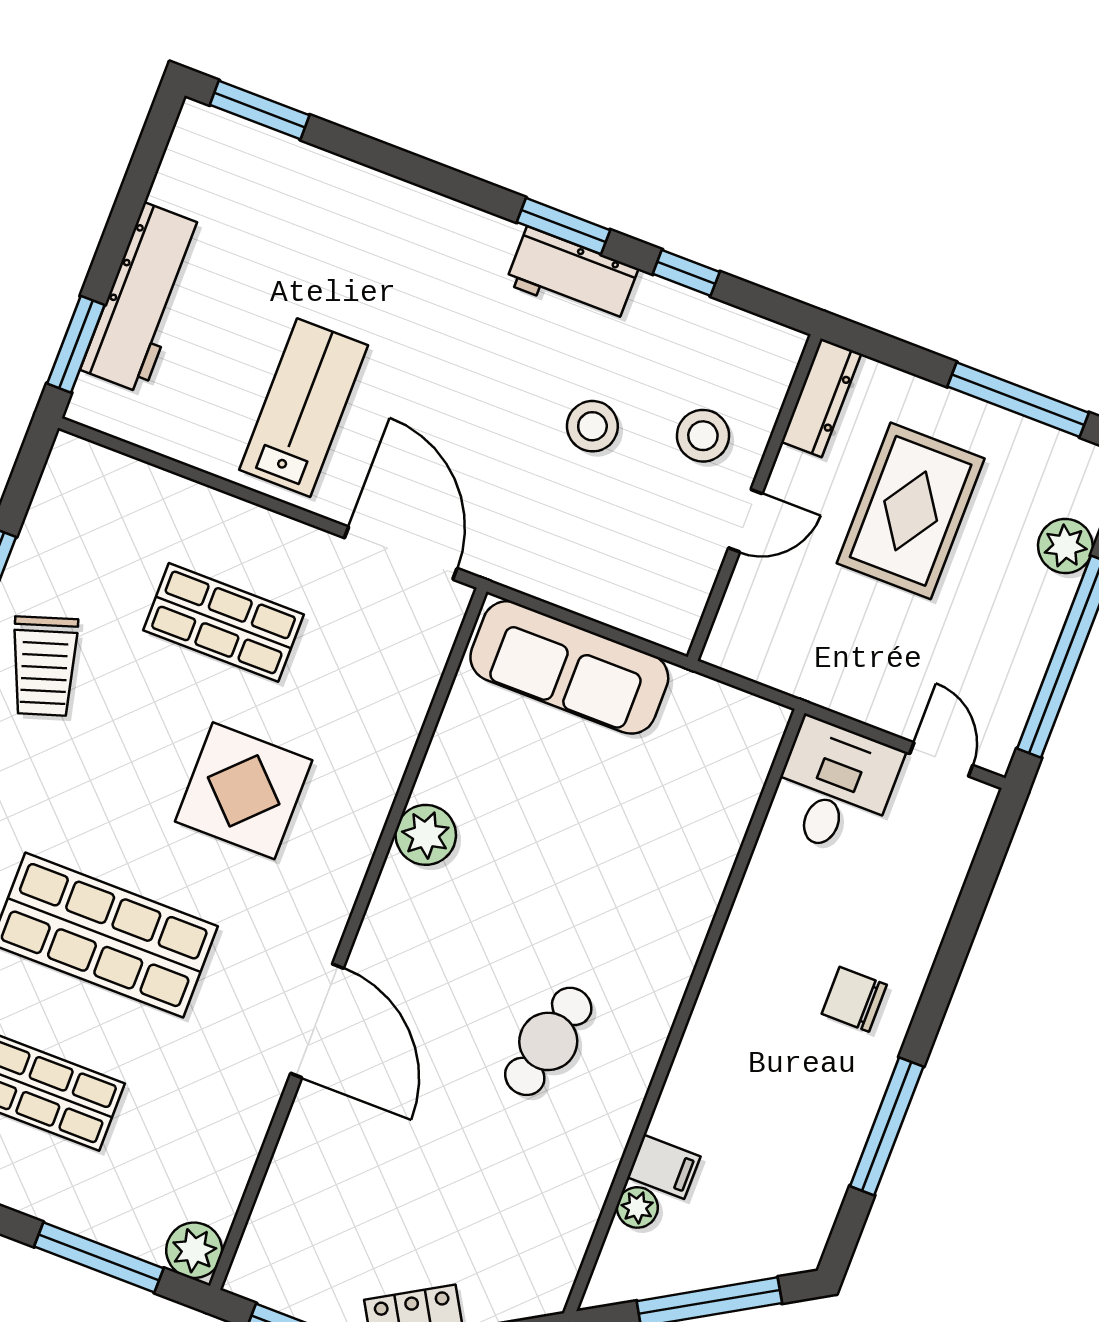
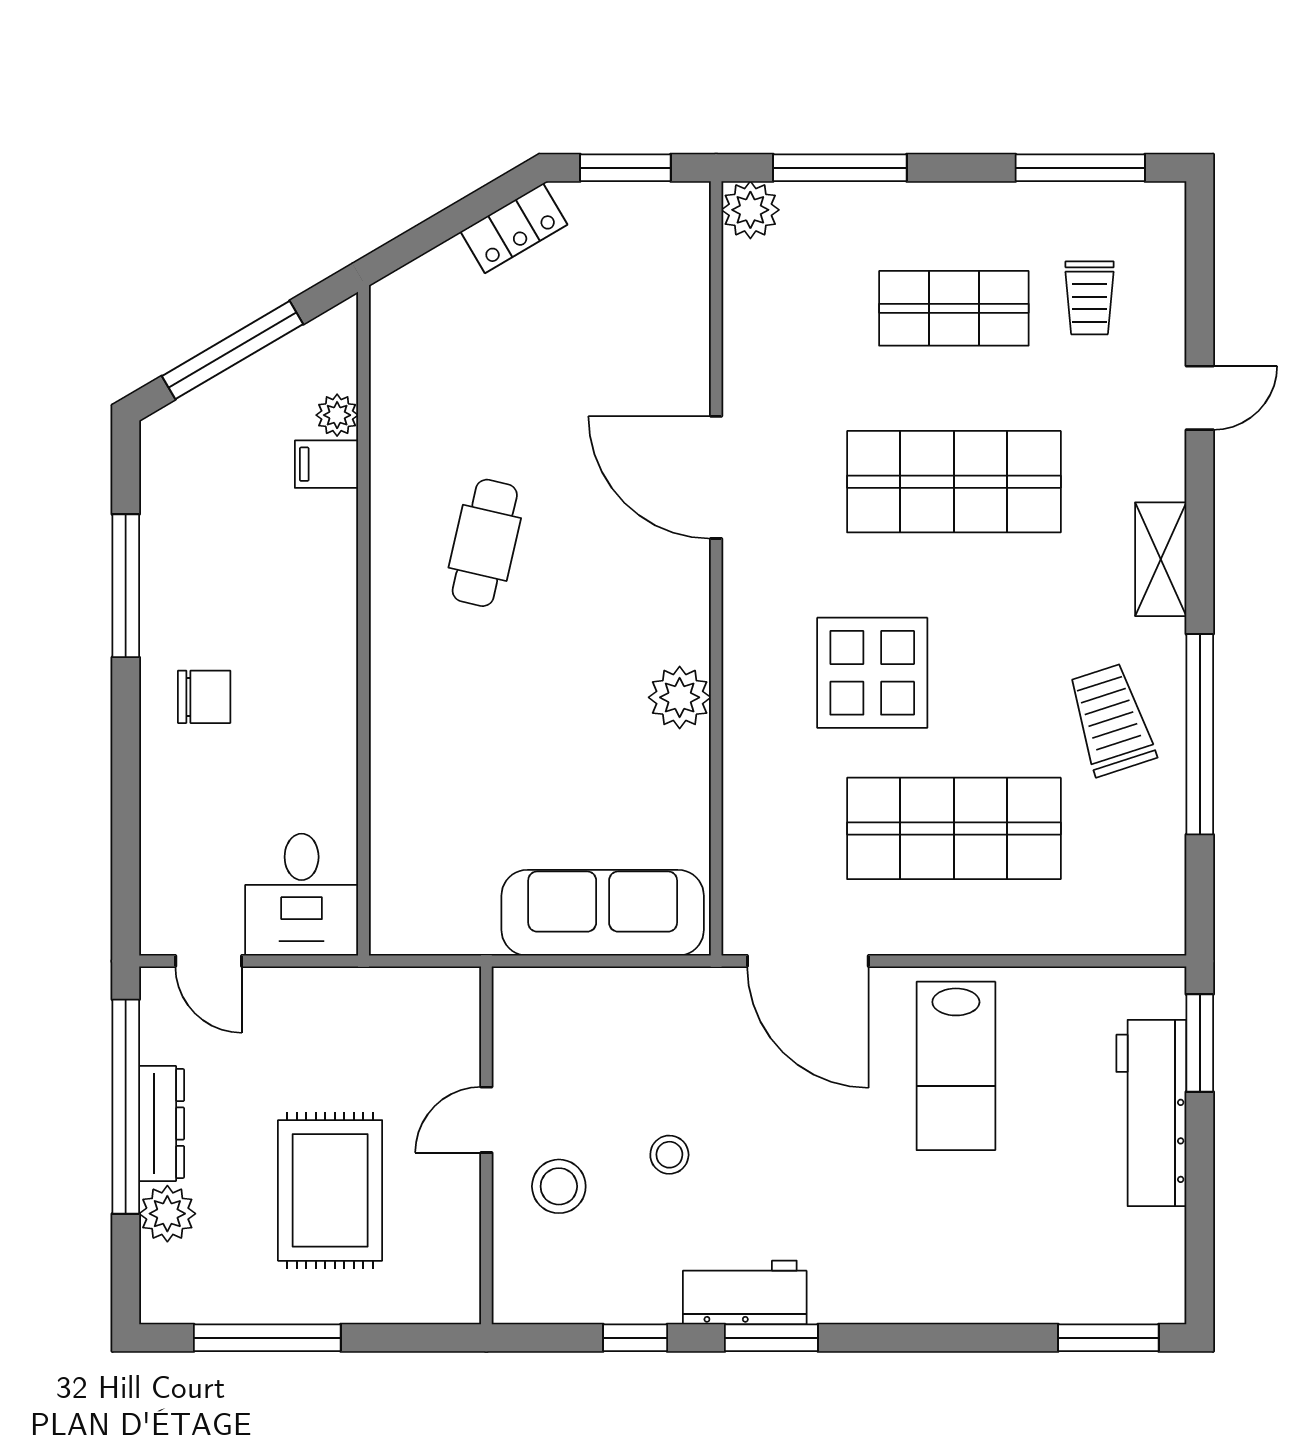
dresser: (821, 398) -> (162, 1124), moved, turned 180
stool: (592, 426) -> (669, 1155), width x0.73, depth x0.73
shop shelf: (224, 622) -> (954, 828), width x1.43, depth x1.36

